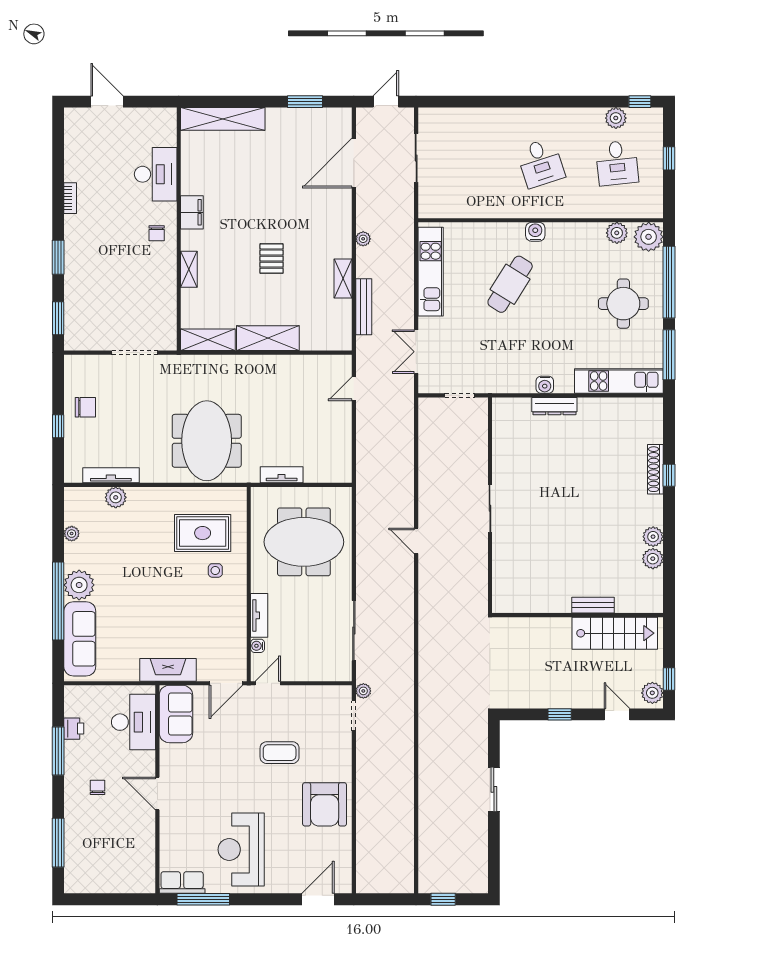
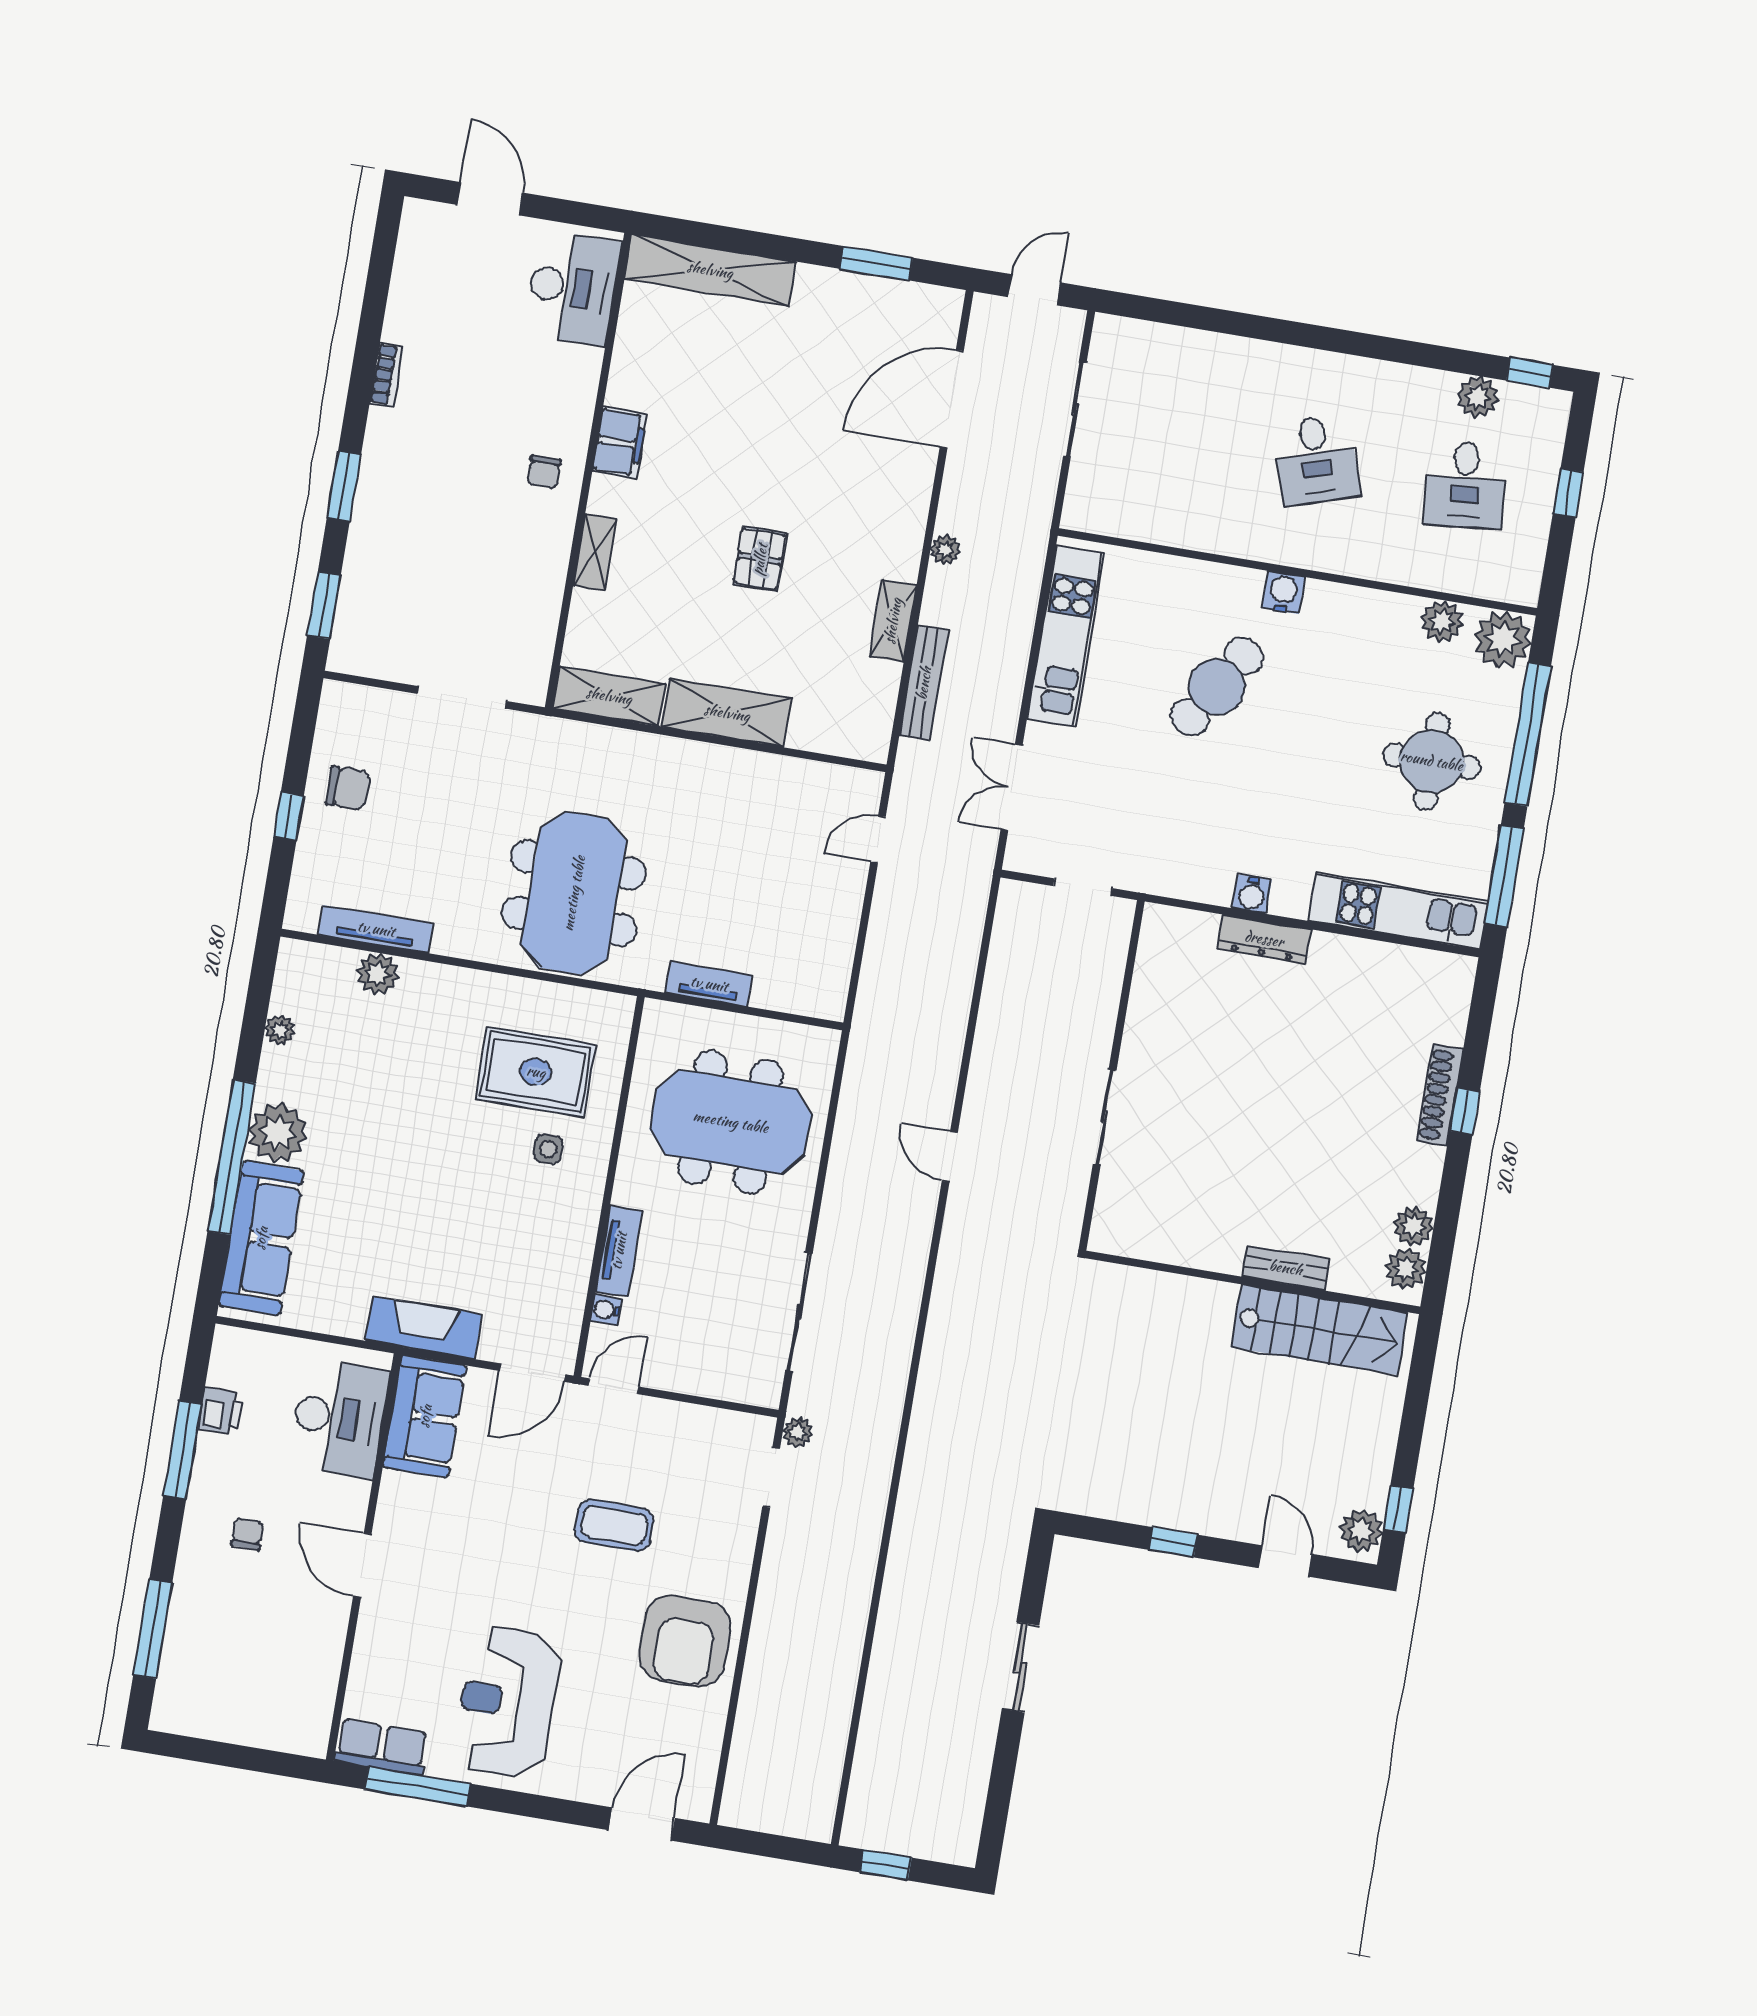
desk: (156, 174) -> (573, 288), moved
bench: (593, 605) -> (1286, 1268), moved
wall: (578, 615) -> (1253, 1282), moved
stairs: (615, 633) -> (1319, 1330), moved

